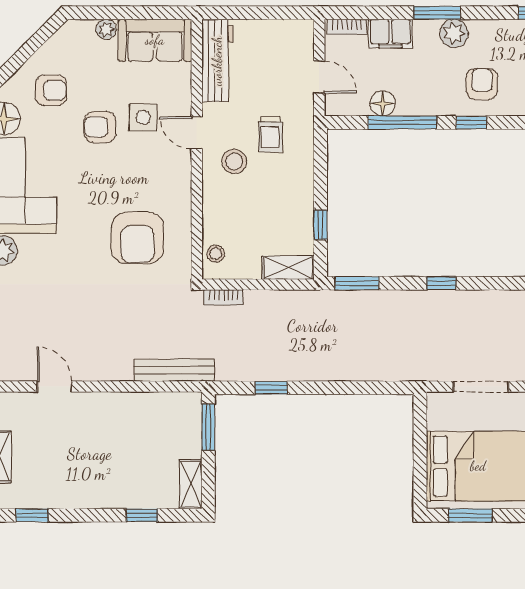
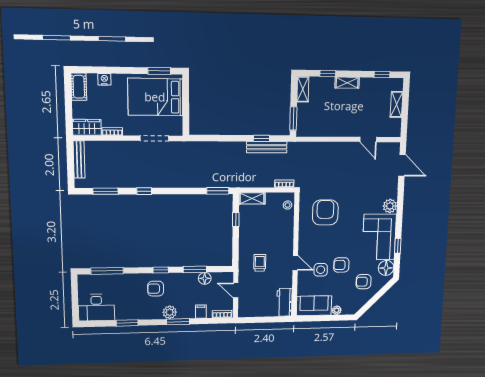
filing cabinet: (390, 34) -> (201, 311), width x0.50
workbench: (217, 61) -> (284, 302), width x0.73
armchair: (482, 84) -> (156, 289), turned 90
window: (402, 122) -> (195, 269), width x0.69
armchair: (100, 127) -> (341, 265), turned 180
stool: (234, 161) -> (278, 250), removed
window: (441, 283) -> (144, 191), moved
bench: (174, 370) -> (267, 147), moved
shelving: (102, 498) -> (347, 83), added

